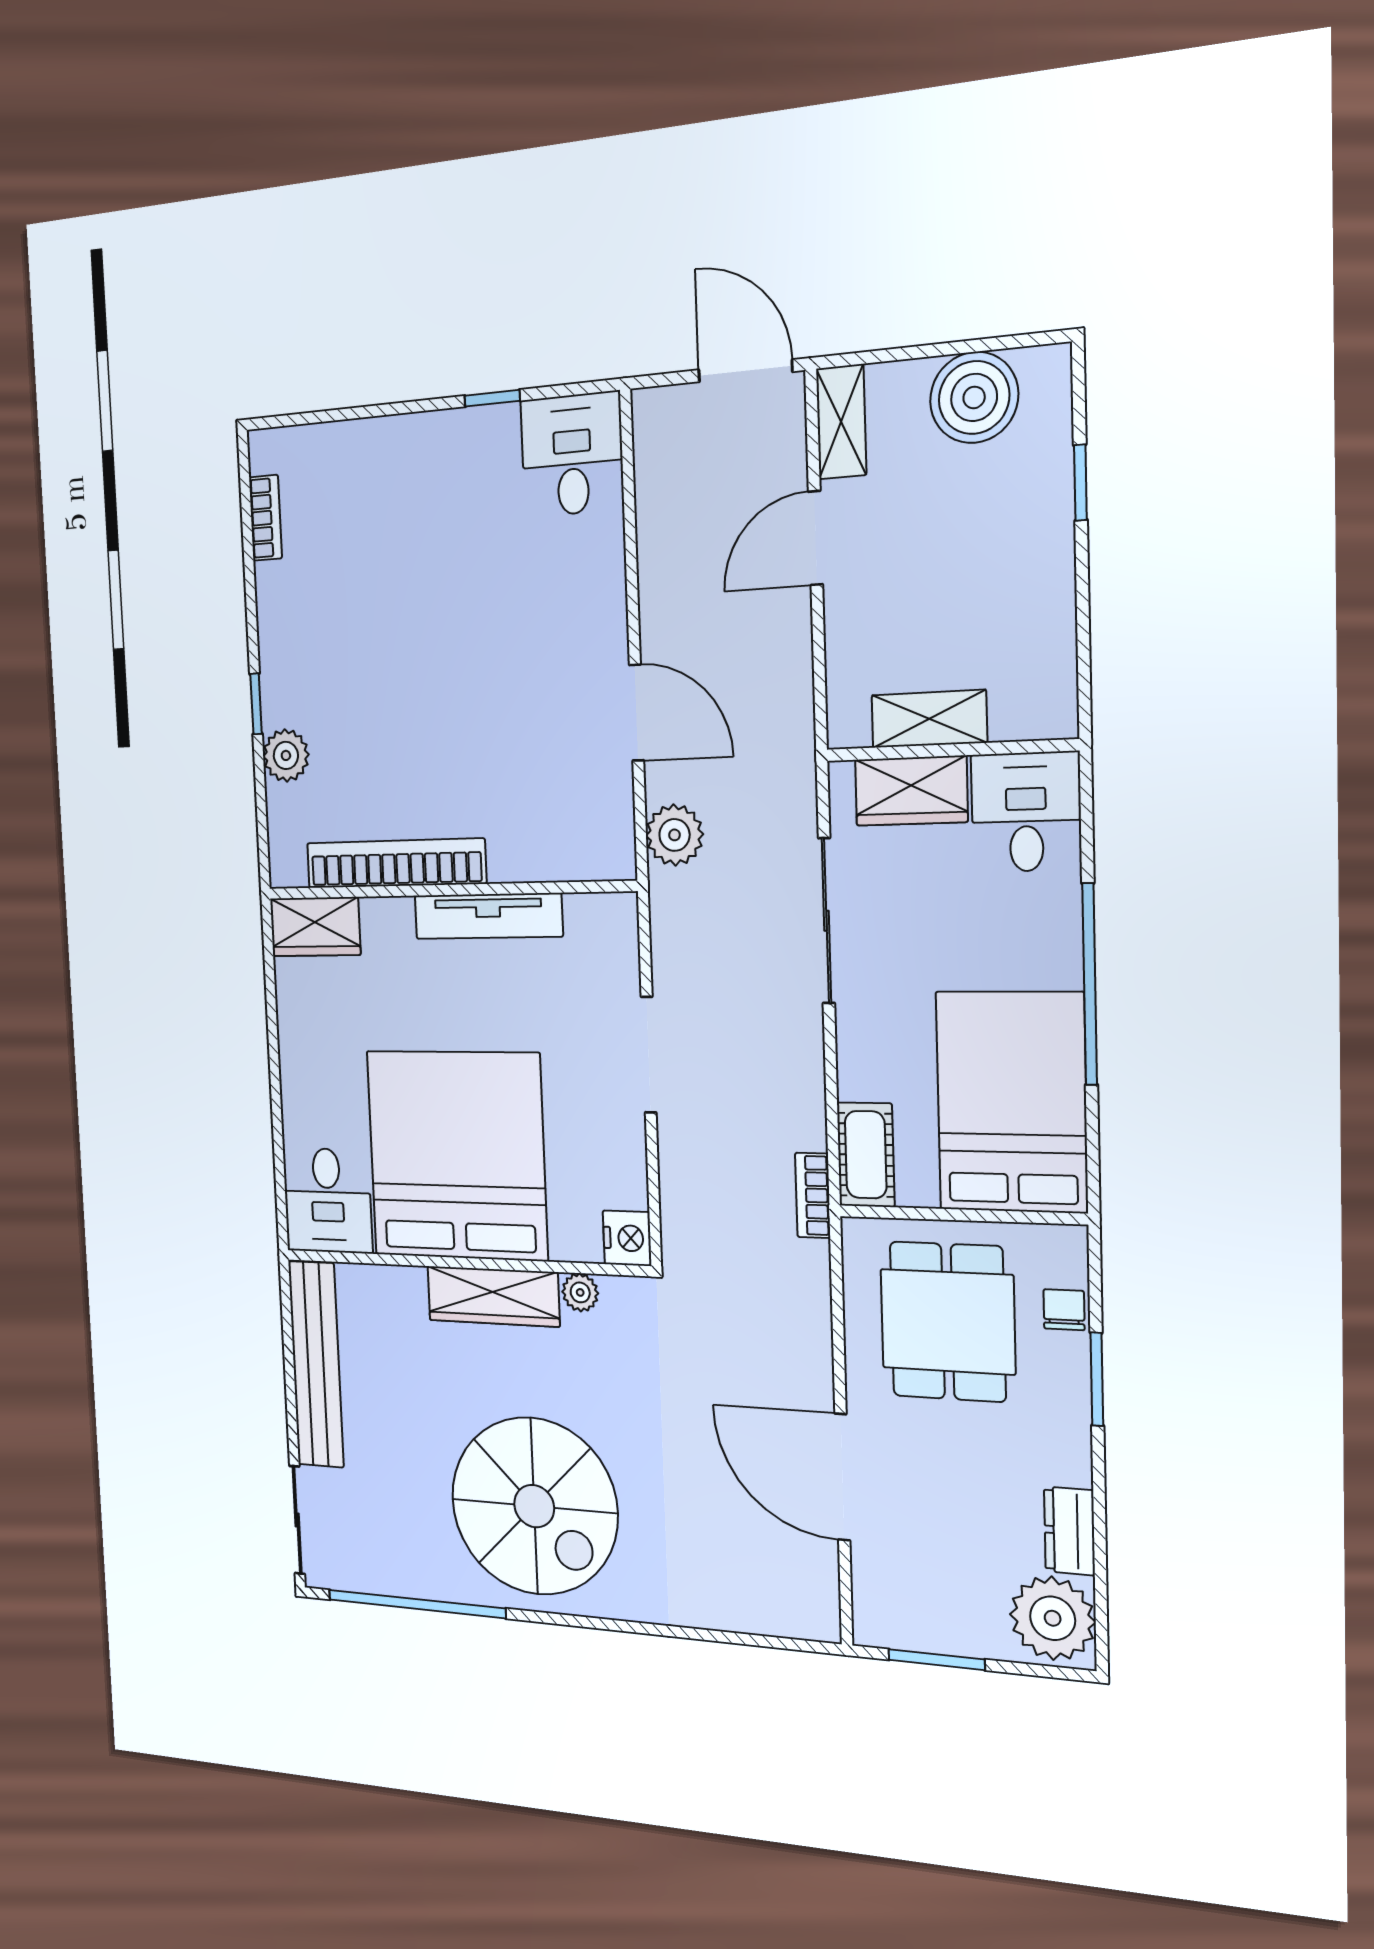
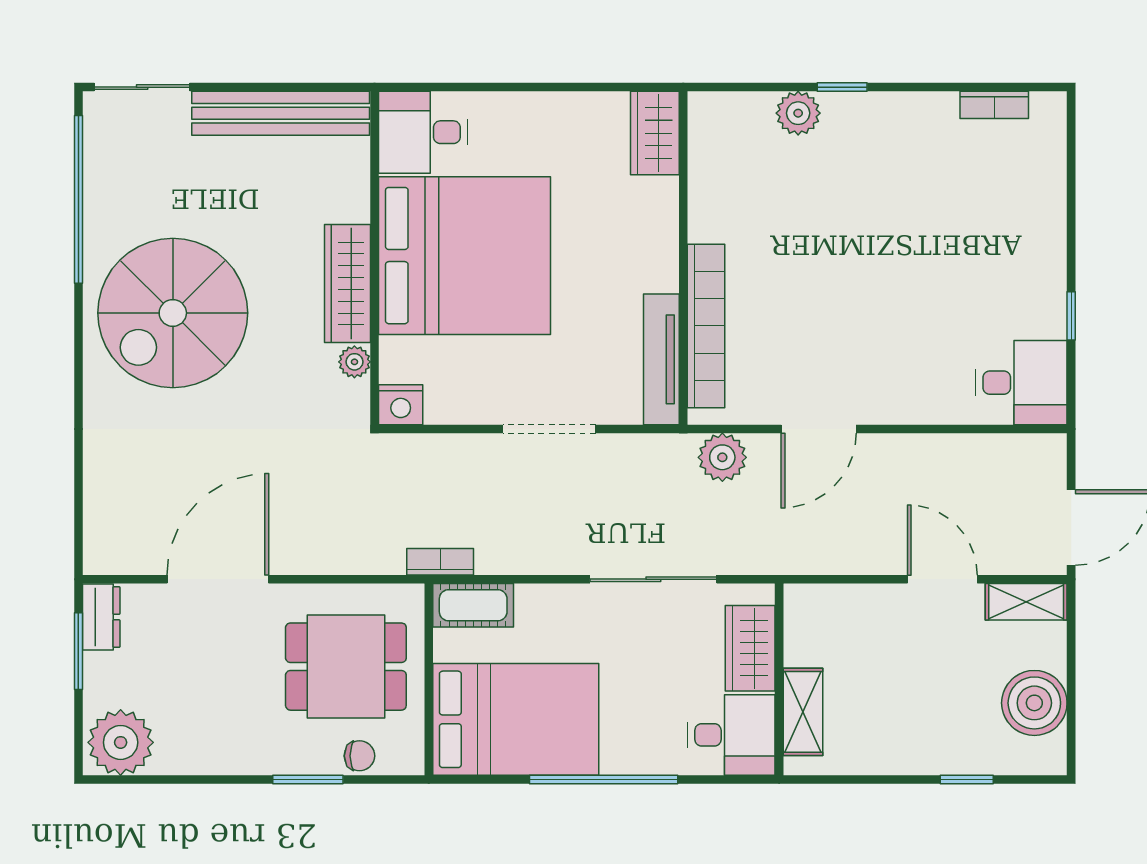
shelving: (929, 719) -> (803, 712), moved
bookcase: (396, 863) -> (706, 326), moved
tv unit: (488, 916) -> (661, 359), moved
dresser: (1069, 1531) -> (101, 617), moved, turned 90

